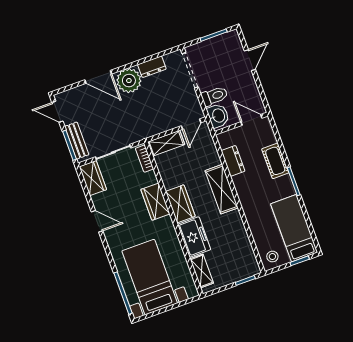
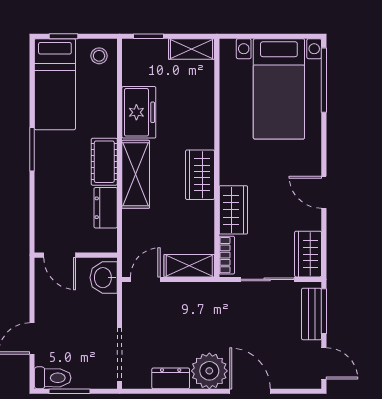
toilet: (214, 96) -> (53, 378), moved, turned 180
cot: (275, 161) -> (104, 162), moved
wardrobe: (155, 202) -> (233, 210), moved
freezer: (194, 237) -> (139, 112), moved, turned 180
shelving: (202, 271) -> (192, 49), moved, turned 90

